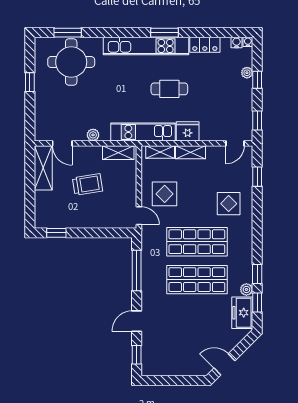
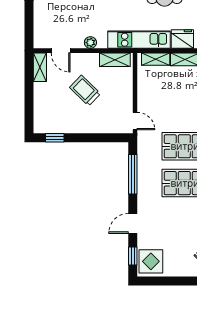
shelving: (43, 168) -> (40, 67), width x0.67, depth x0.75
trolley: (88, 184) -> (85, 91), turned -127
display table: (165, 194) -> (151, 261), moved

